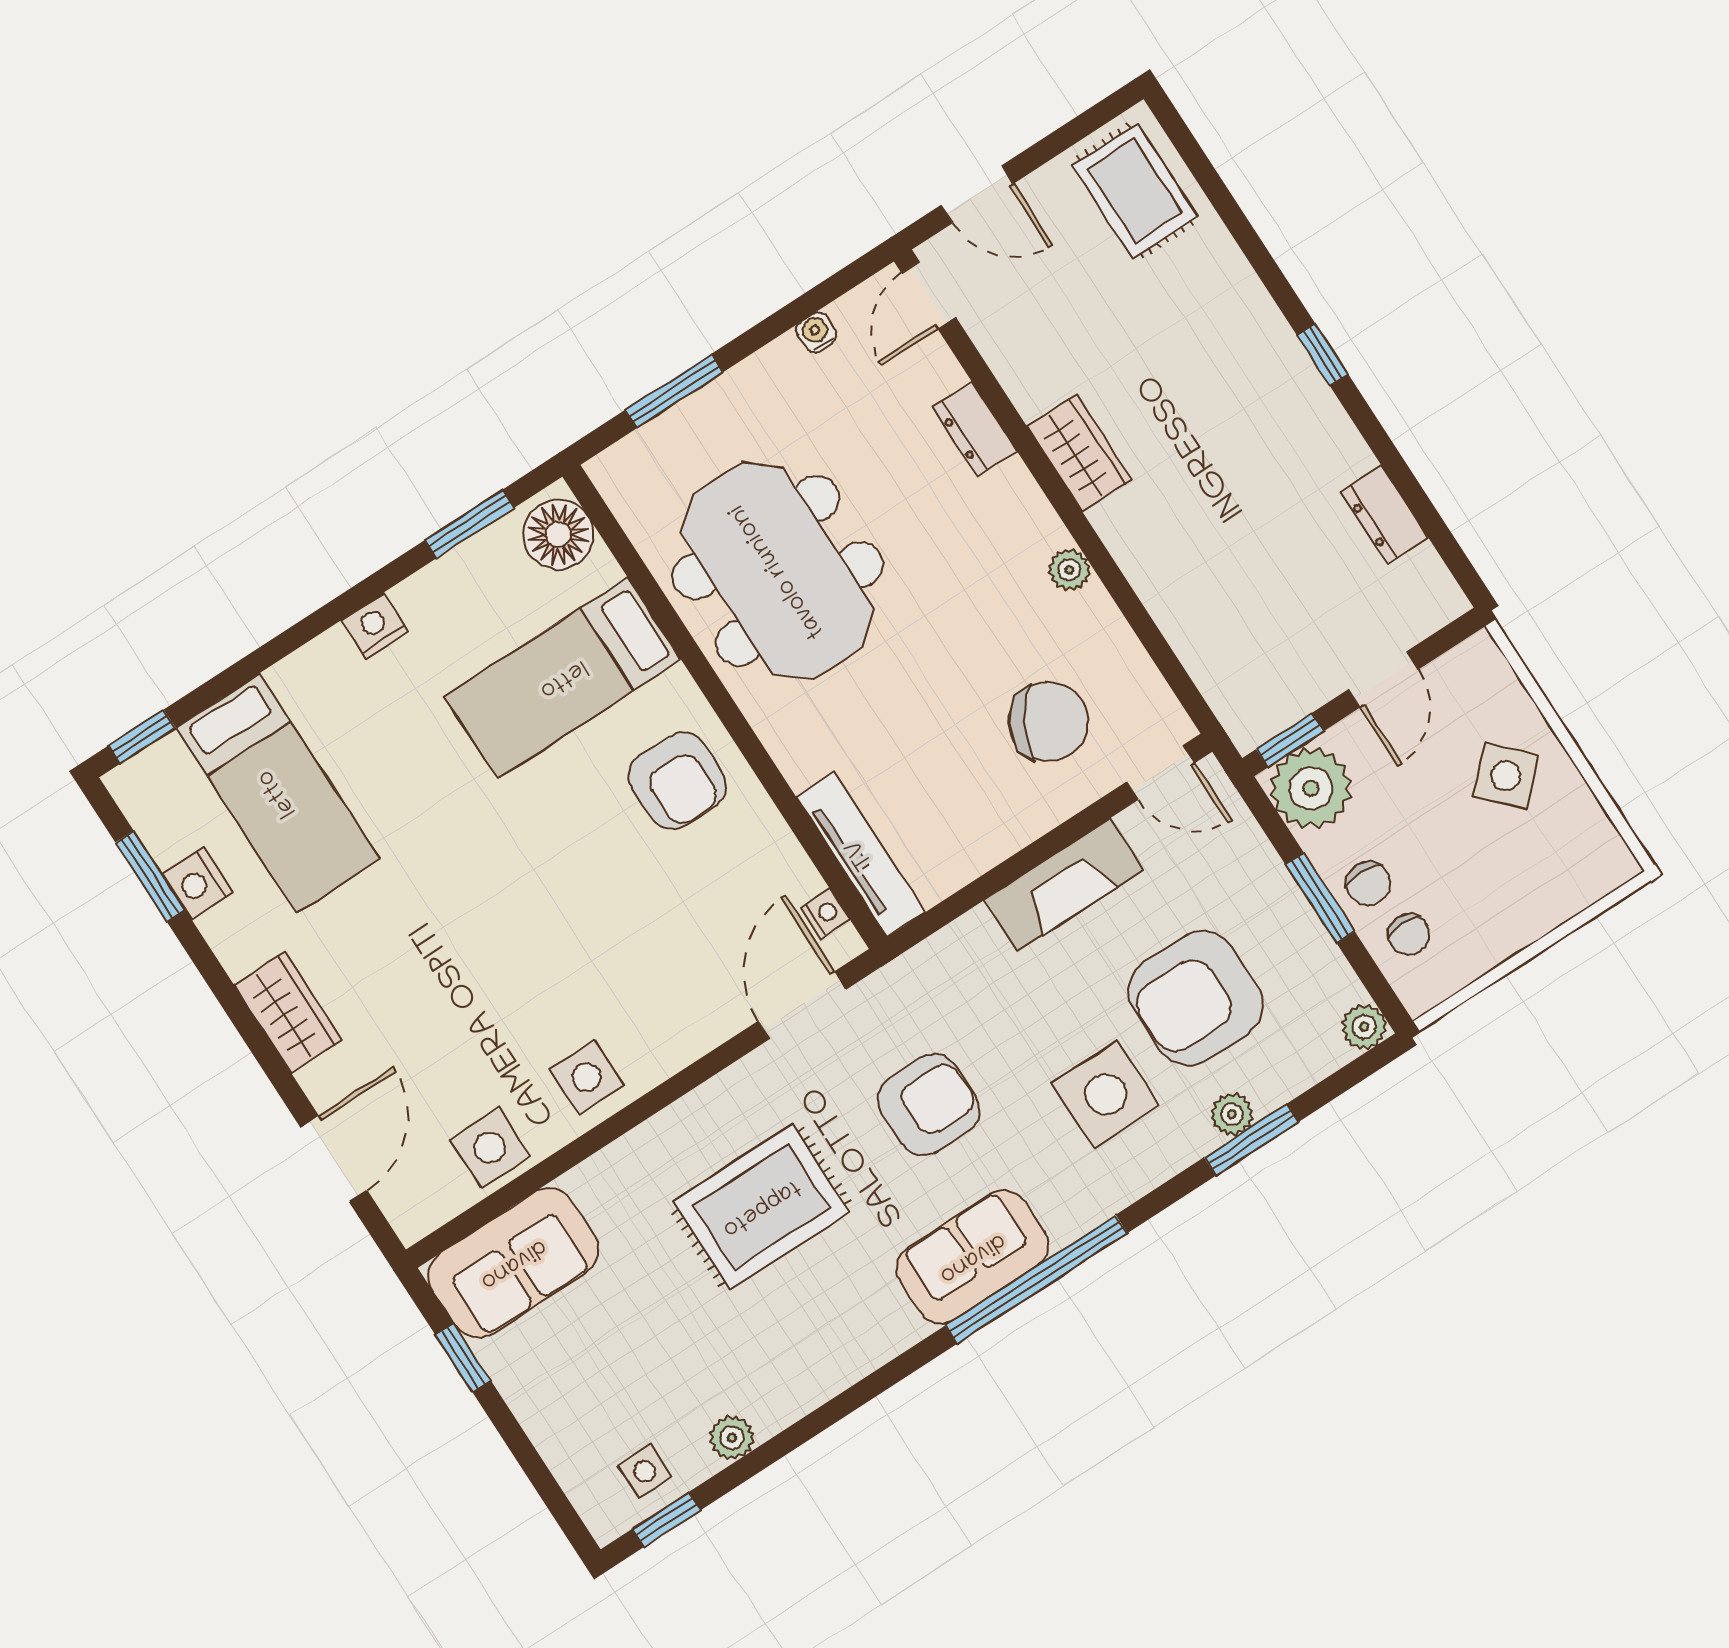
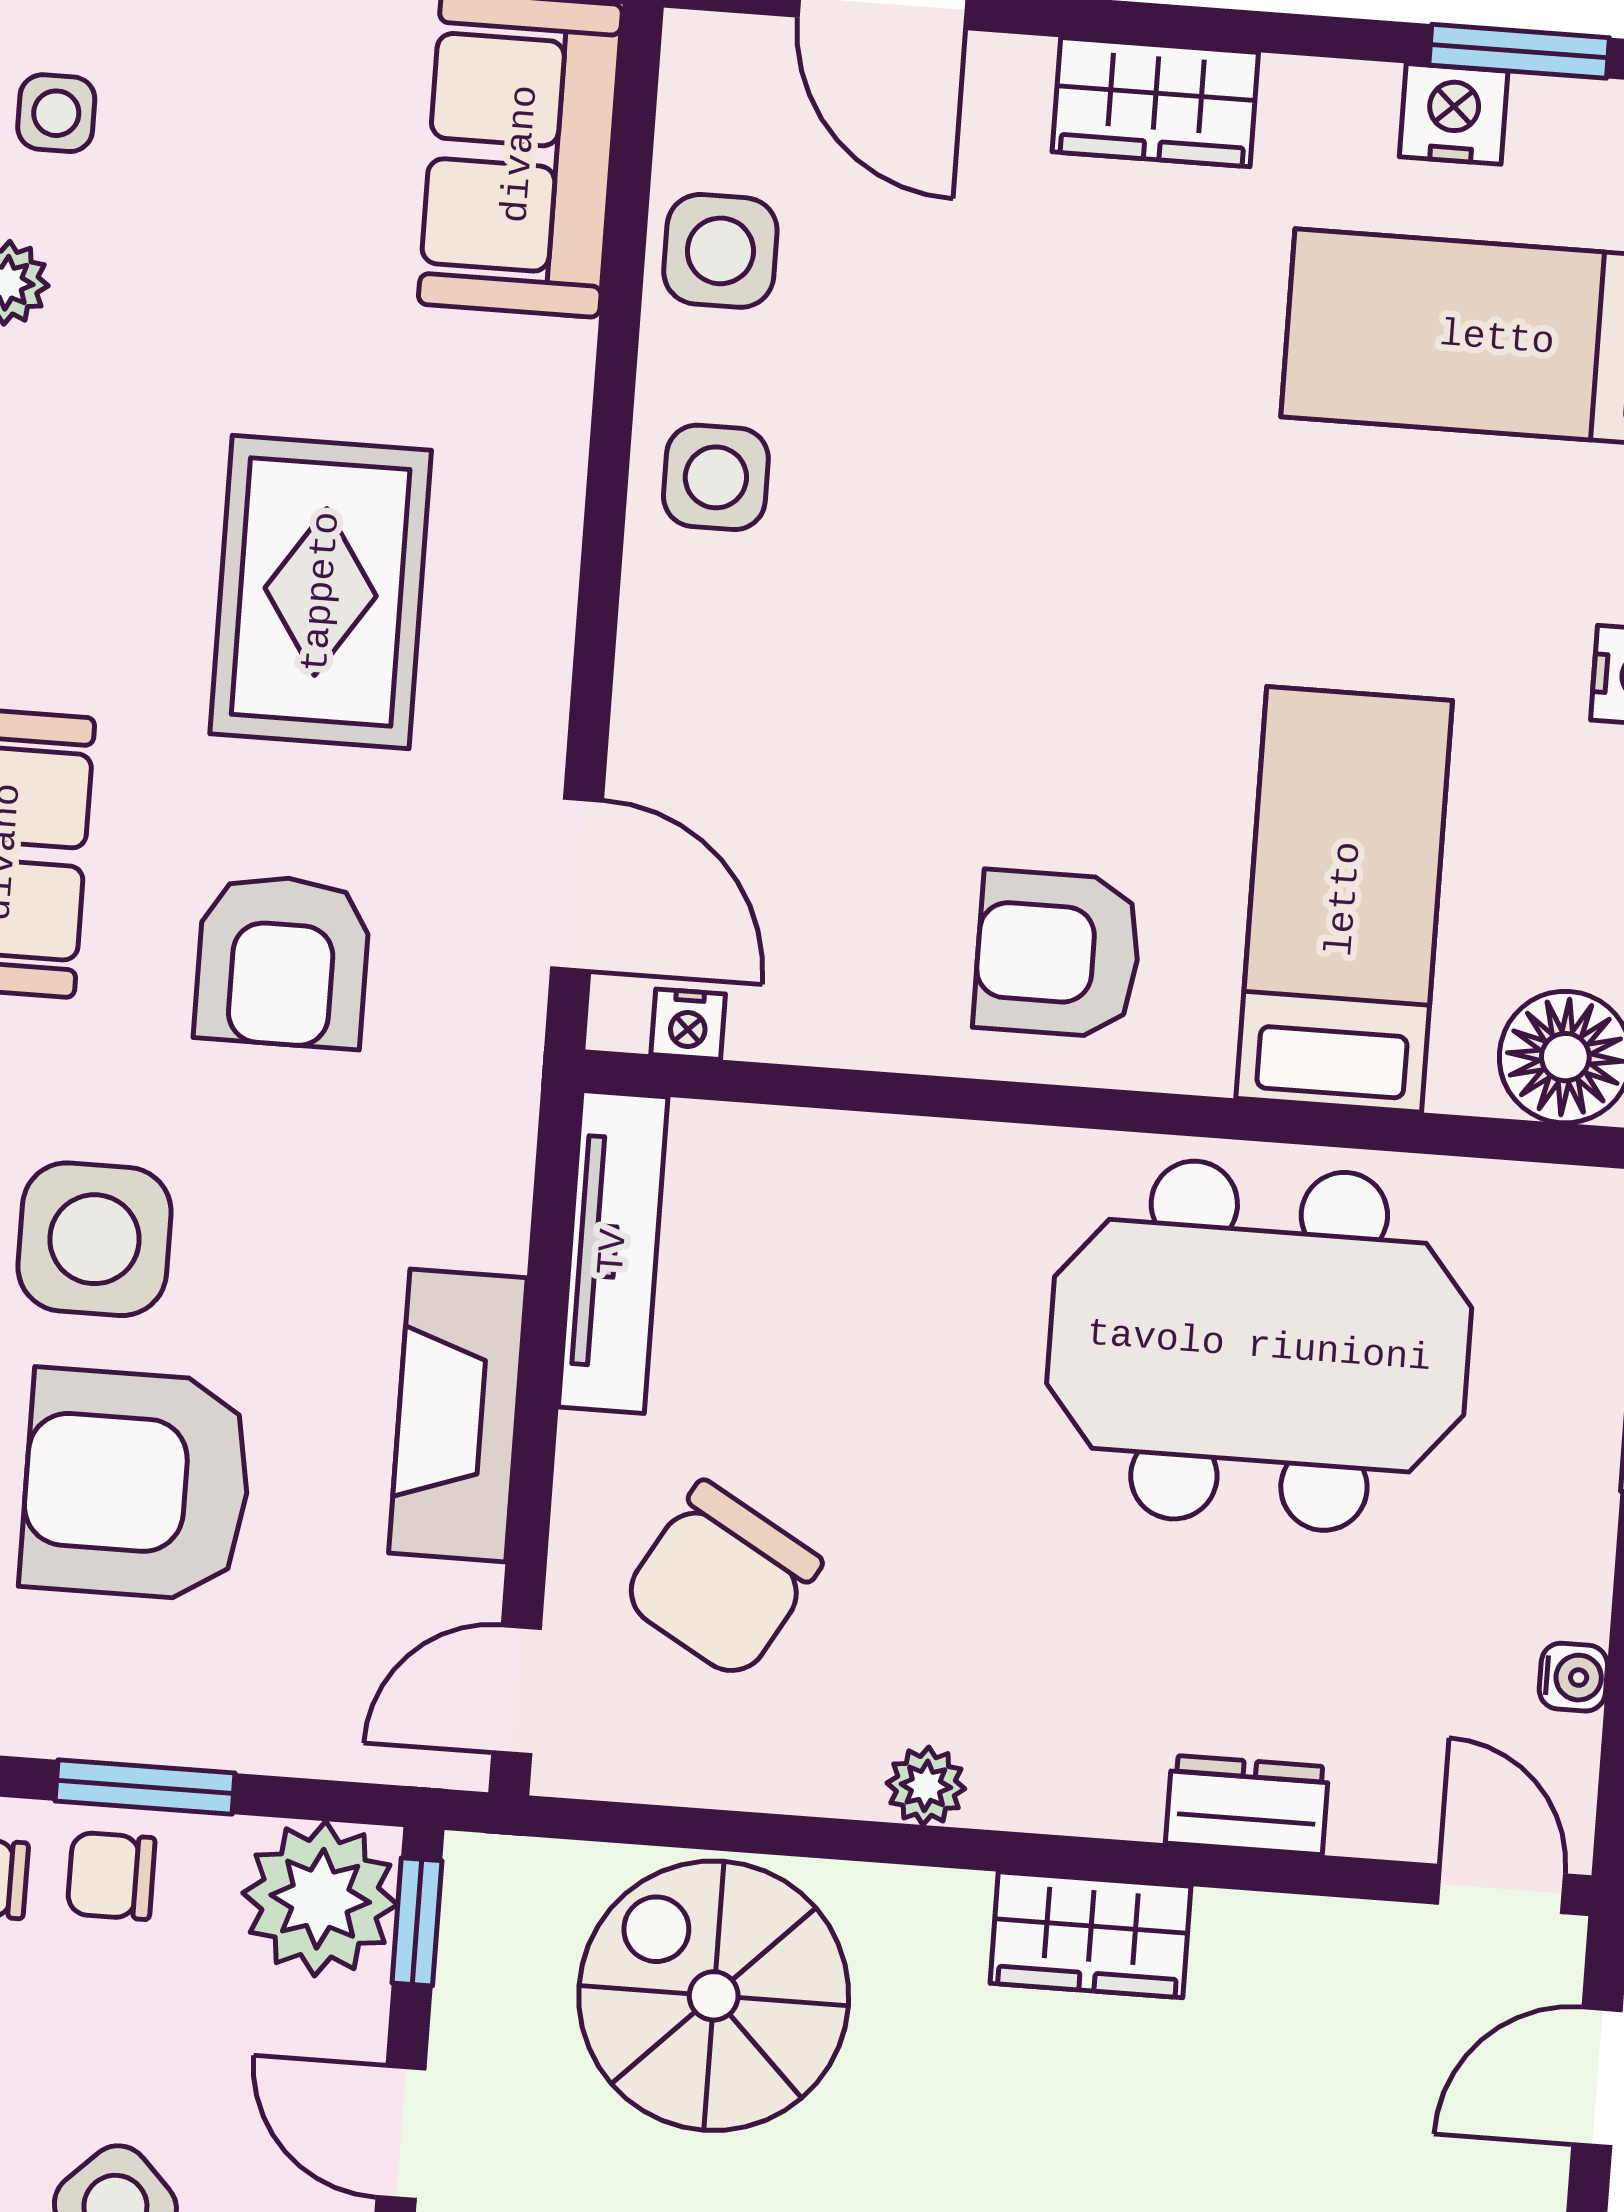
spiral stairs: (1226, 592) -> (714, 1996), added
tv unit: (861, 854) -> (613, 1252), moved, turned -90
armchair: (1196, 998) -> (137, 1485), turned -90

